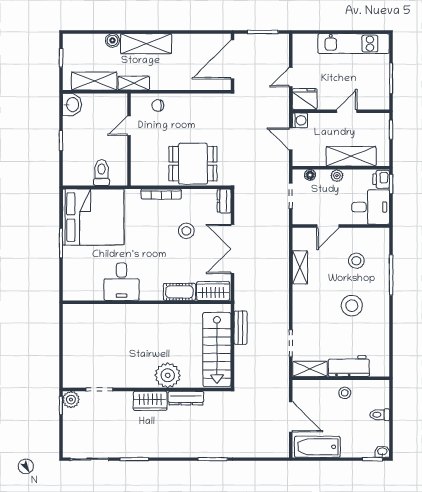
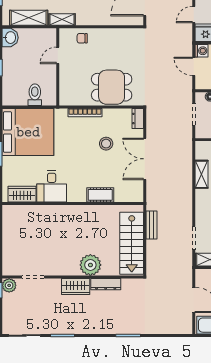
wardrobe: (213, 291) -> (22, 194), moved

